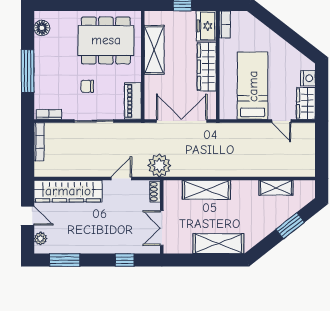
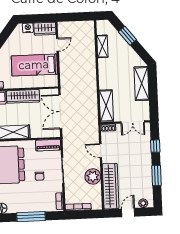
plant: (159, 165) -> (93, 176), moved
shelving: (206, 190) -> (106, 106), moved
window: (65, 260) -> (156, 176), moved

